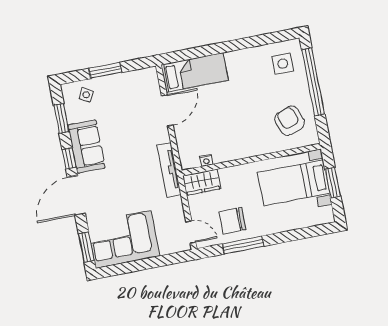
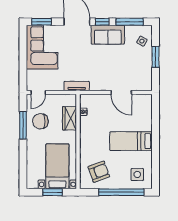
bed: (195, 73) -> (131, 141), moved, turned 90
window: (61, 118) -> (130, 22), width x1.44
tv unit: (169, 170) -> (77, 86), width x0.71
wardrobe: (202, 182) -> (70, 118), moved
chair: (232, 221) -> (40, 121), turned -90

